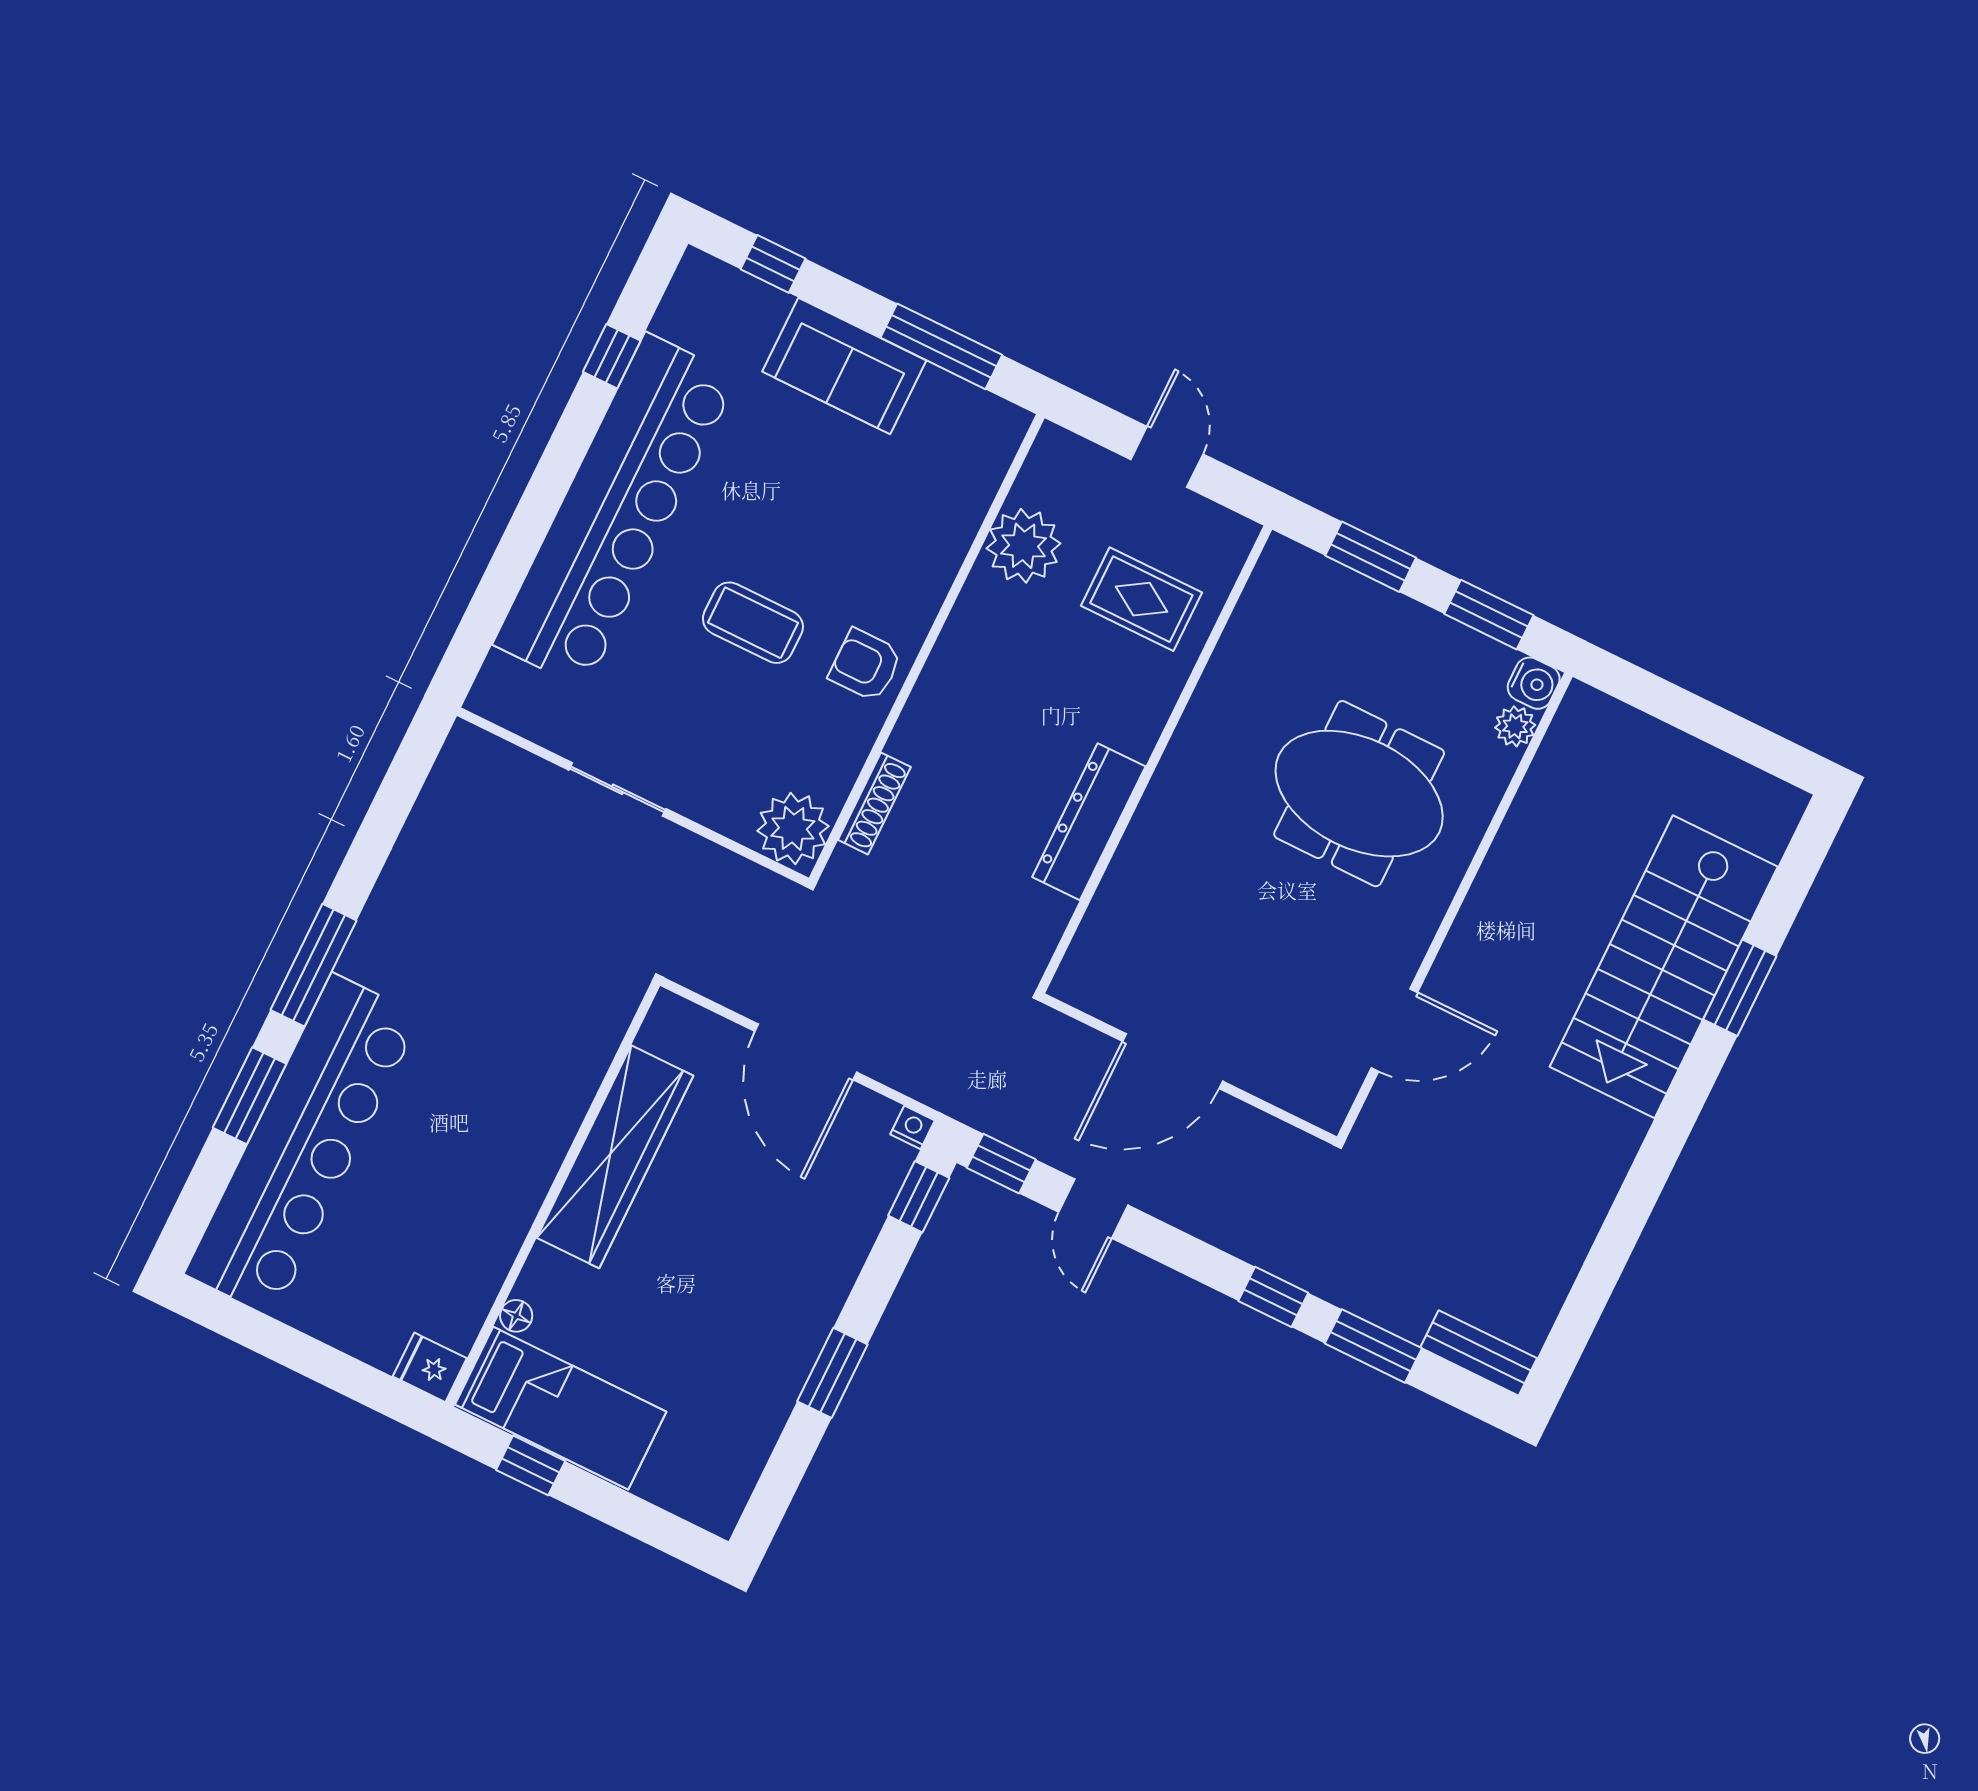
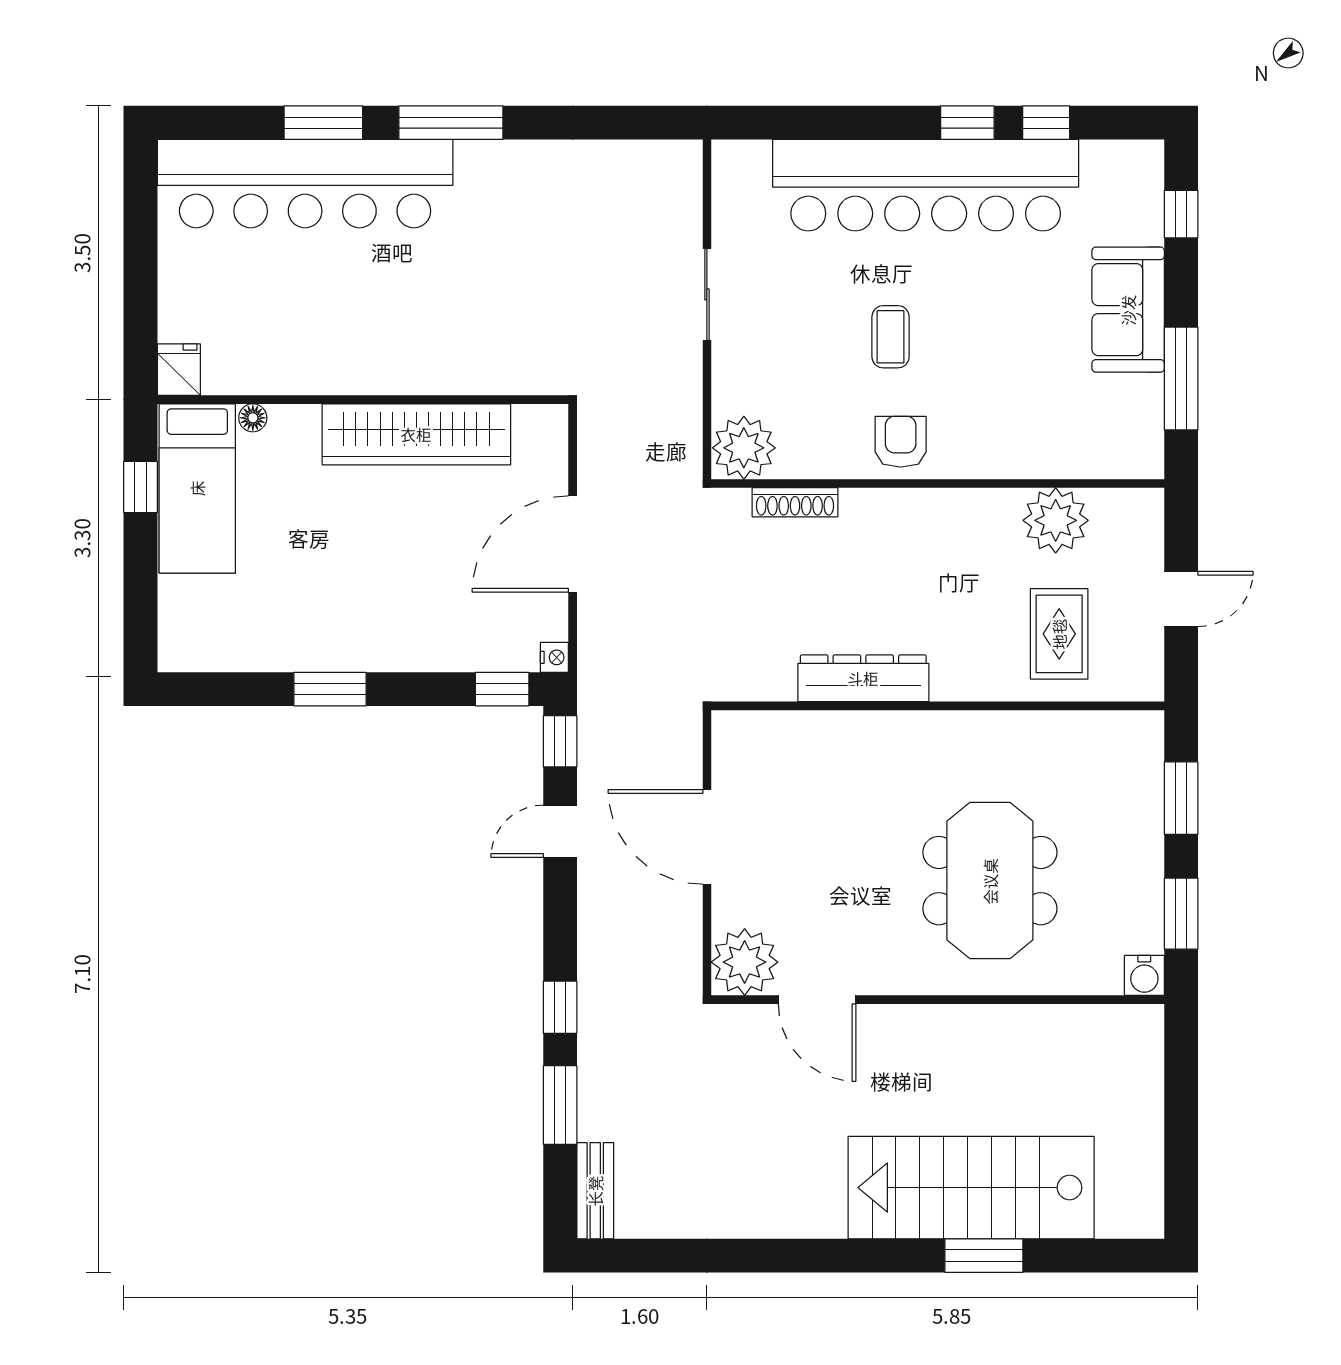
window: (572, 437) -> (967, 123), added
coffee table: (753, 623) -> (891, 337), width x0.73, depth x0.77
plant: (1515, 726) -> (745, 962), moved, width x1.88, depth x1.88

